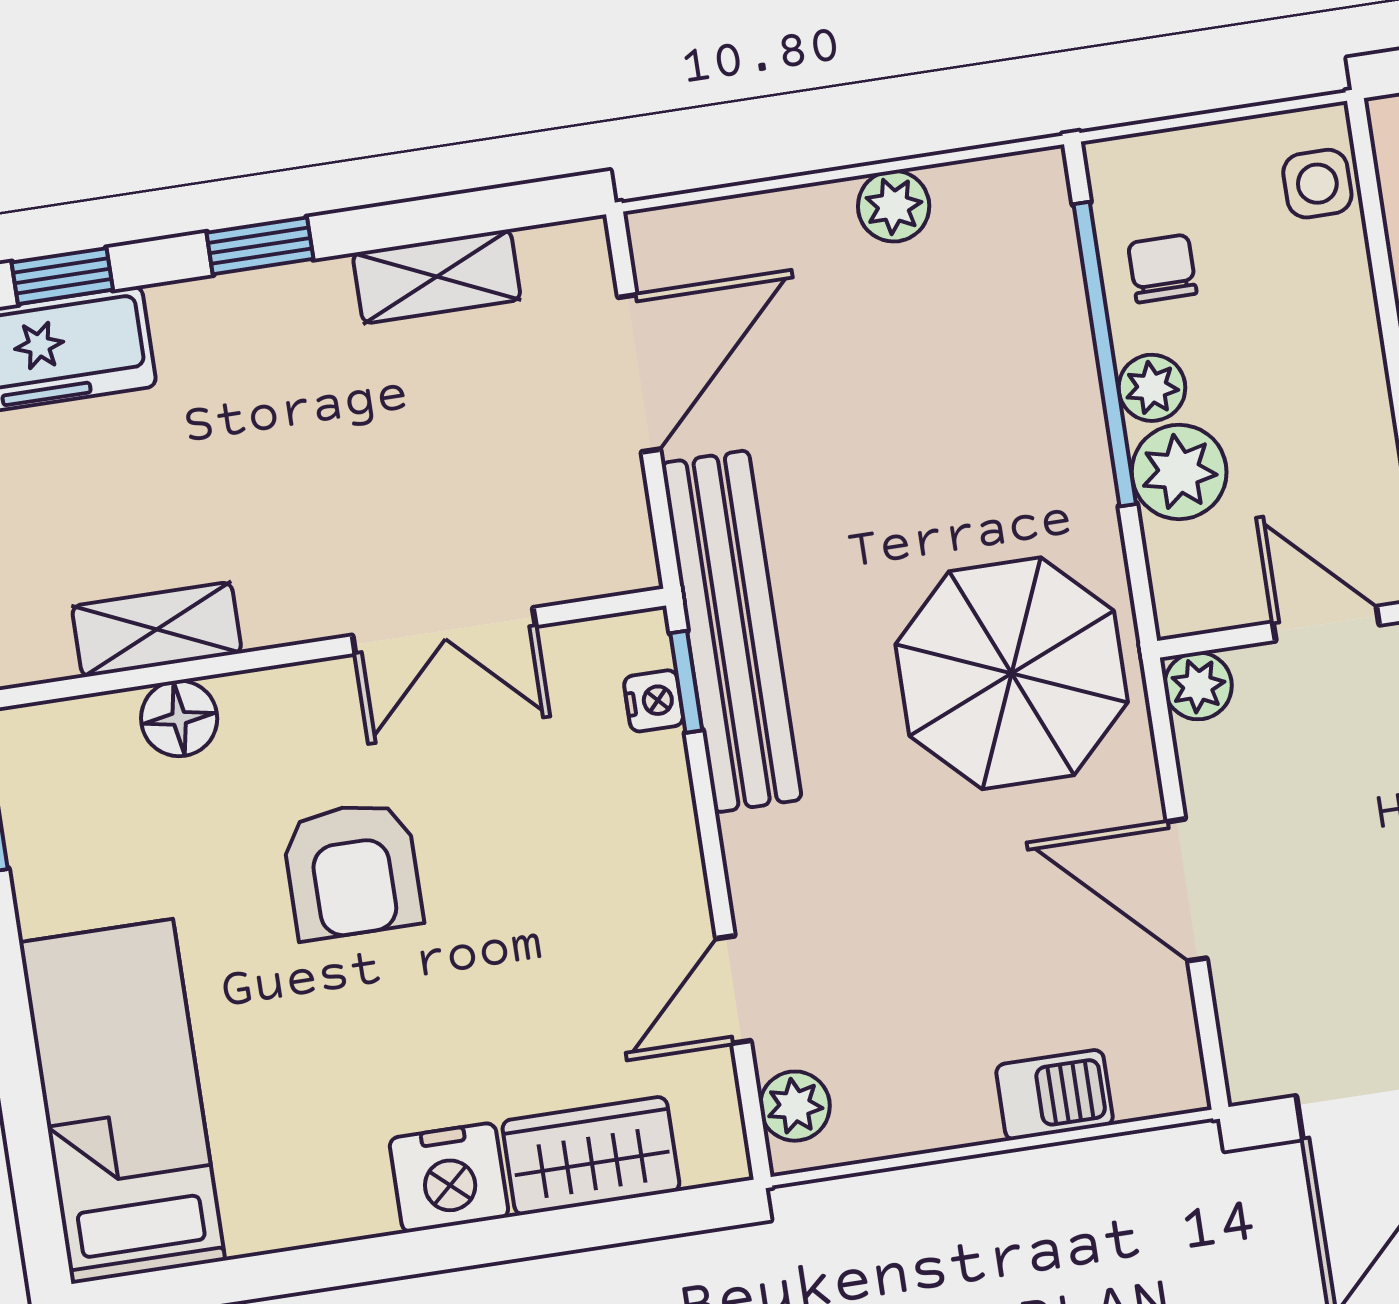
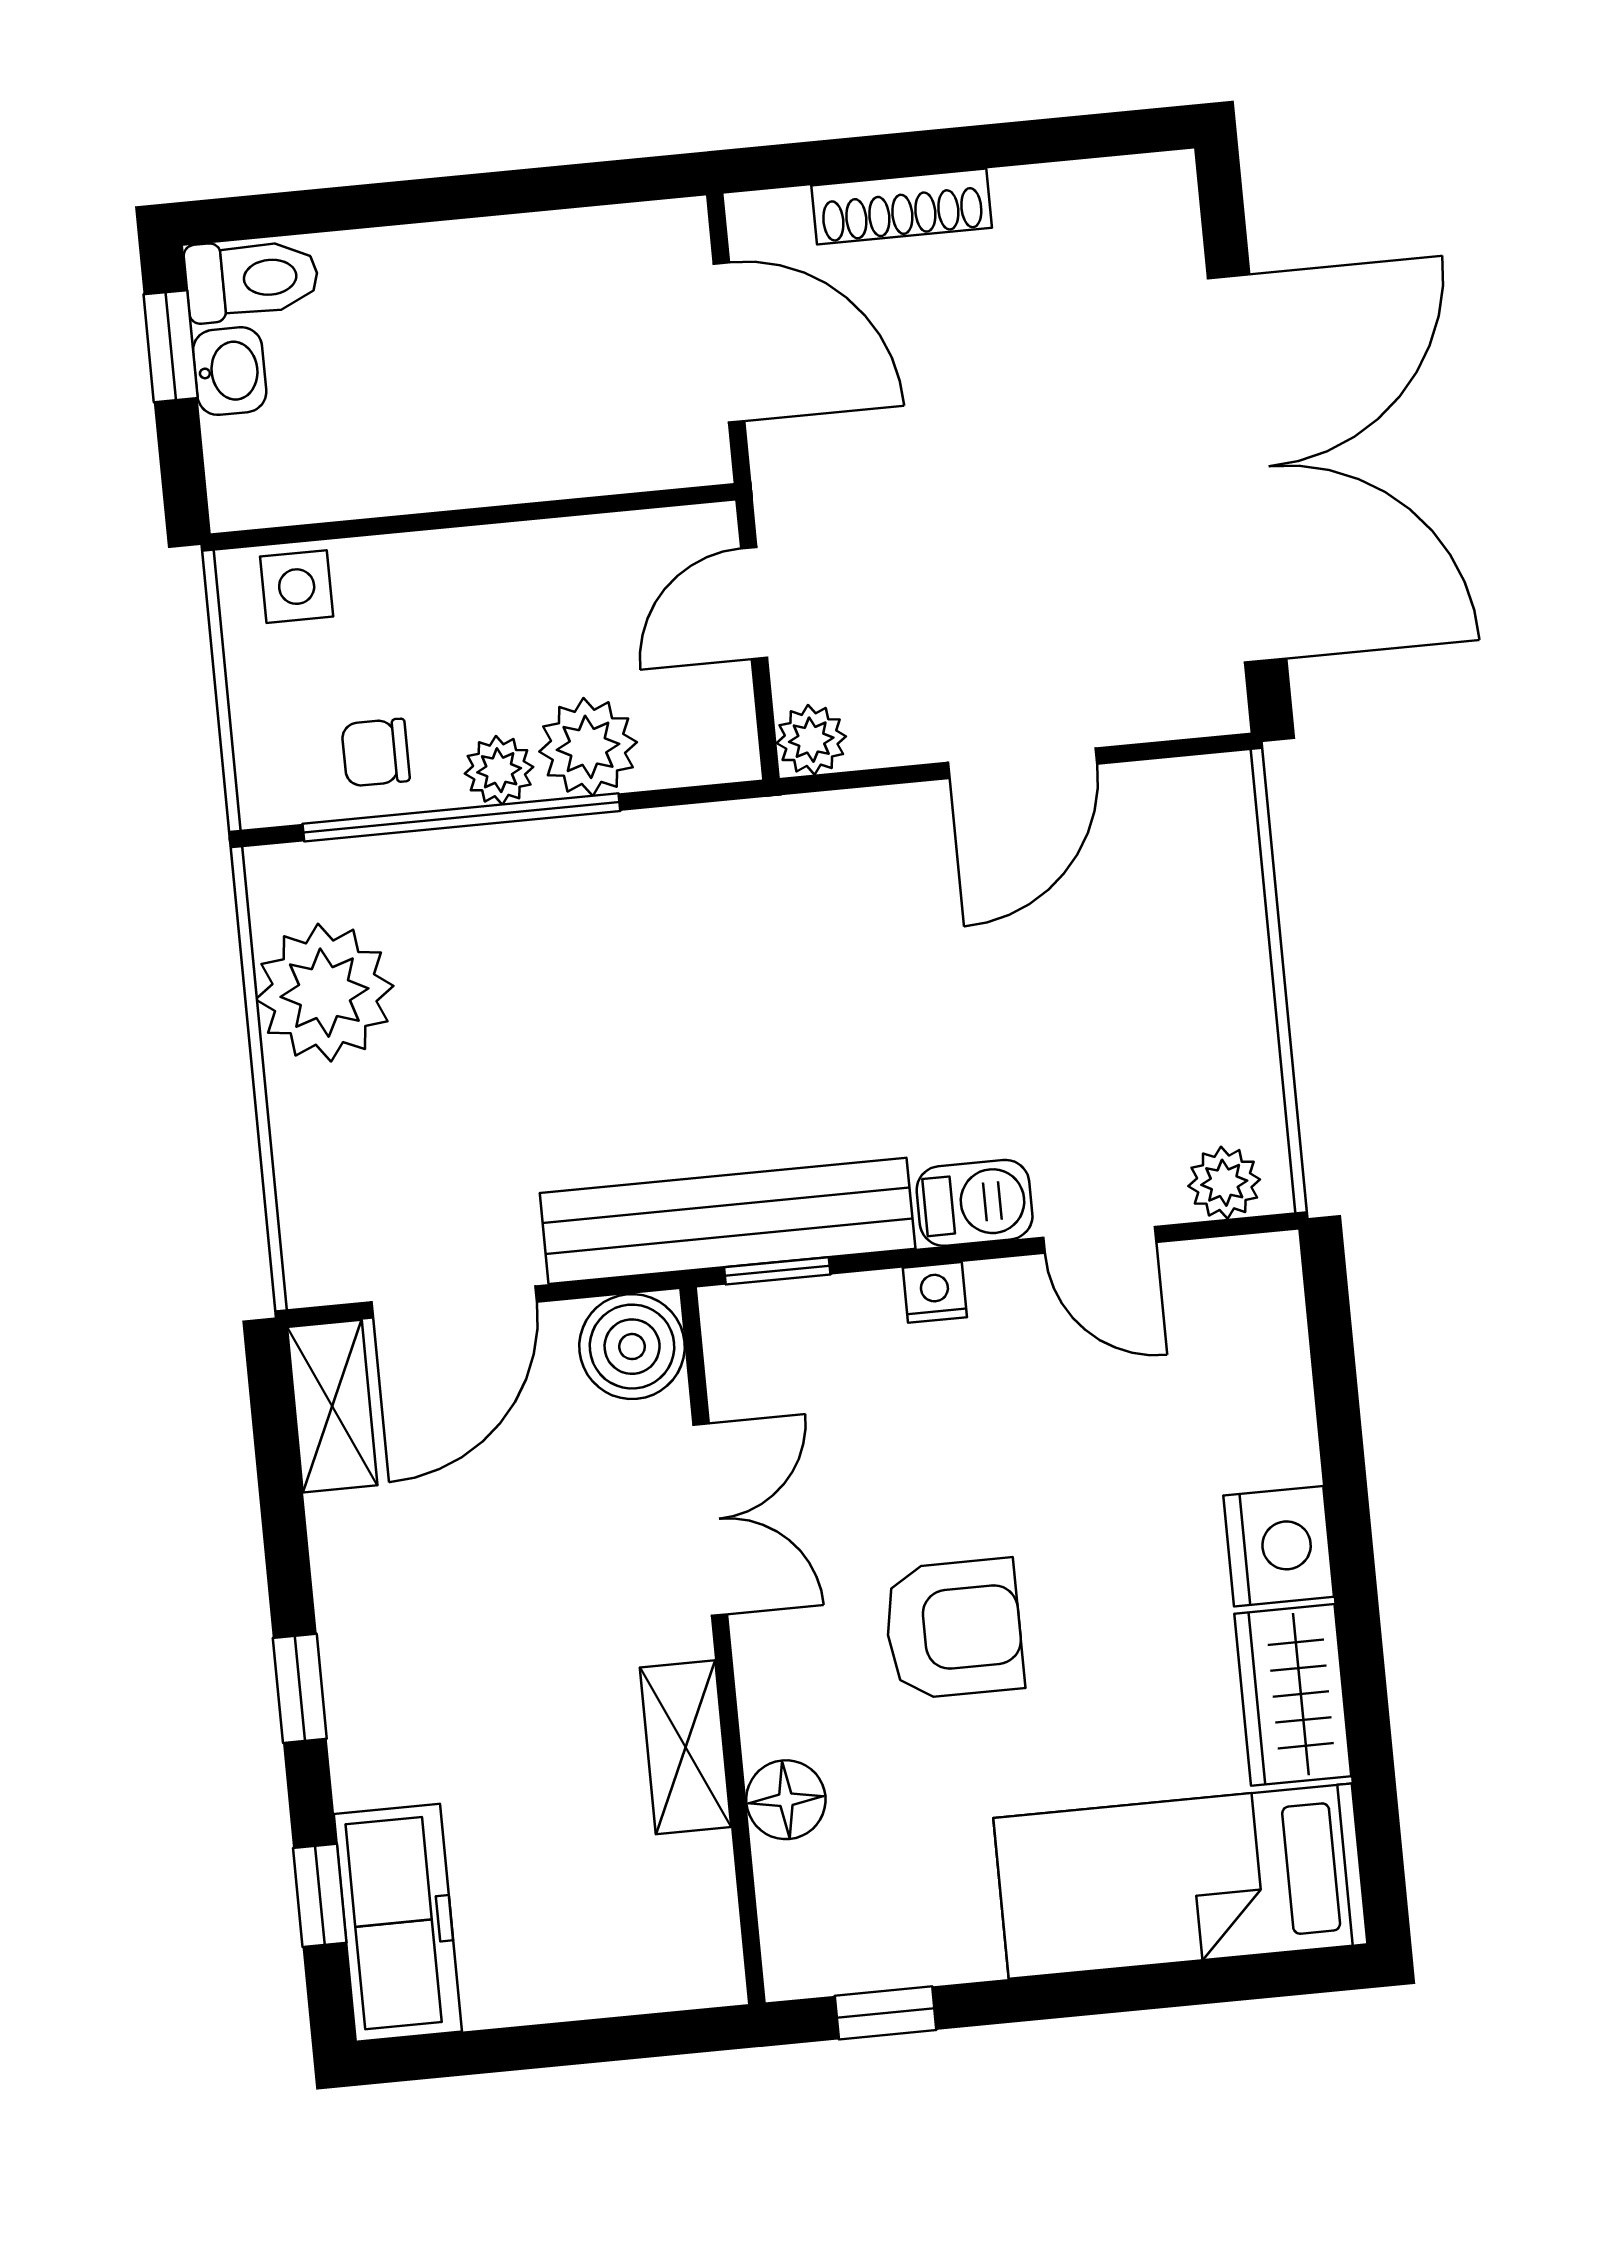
plant: (894, 206) -> (324, 993), width x1.88, depth x1.88
shelving: (437, 276) -> (332, 1406), moved
door: (639, 373) -> (454, 1302), swing flipped
boiler: (606, 546) -> (632, 1347), added
shelving: (157, 630) -> (686, 1747), moved
parasol: (1012, 673) -> (787, 933), removed
nightstand: (654, 701) -> (935, 1292), moved
barbecue: (1054, 1095) -> (975, 1203), moved, turned 90
wardrobe: (591, 1156) -> (1293, 1695), moved

